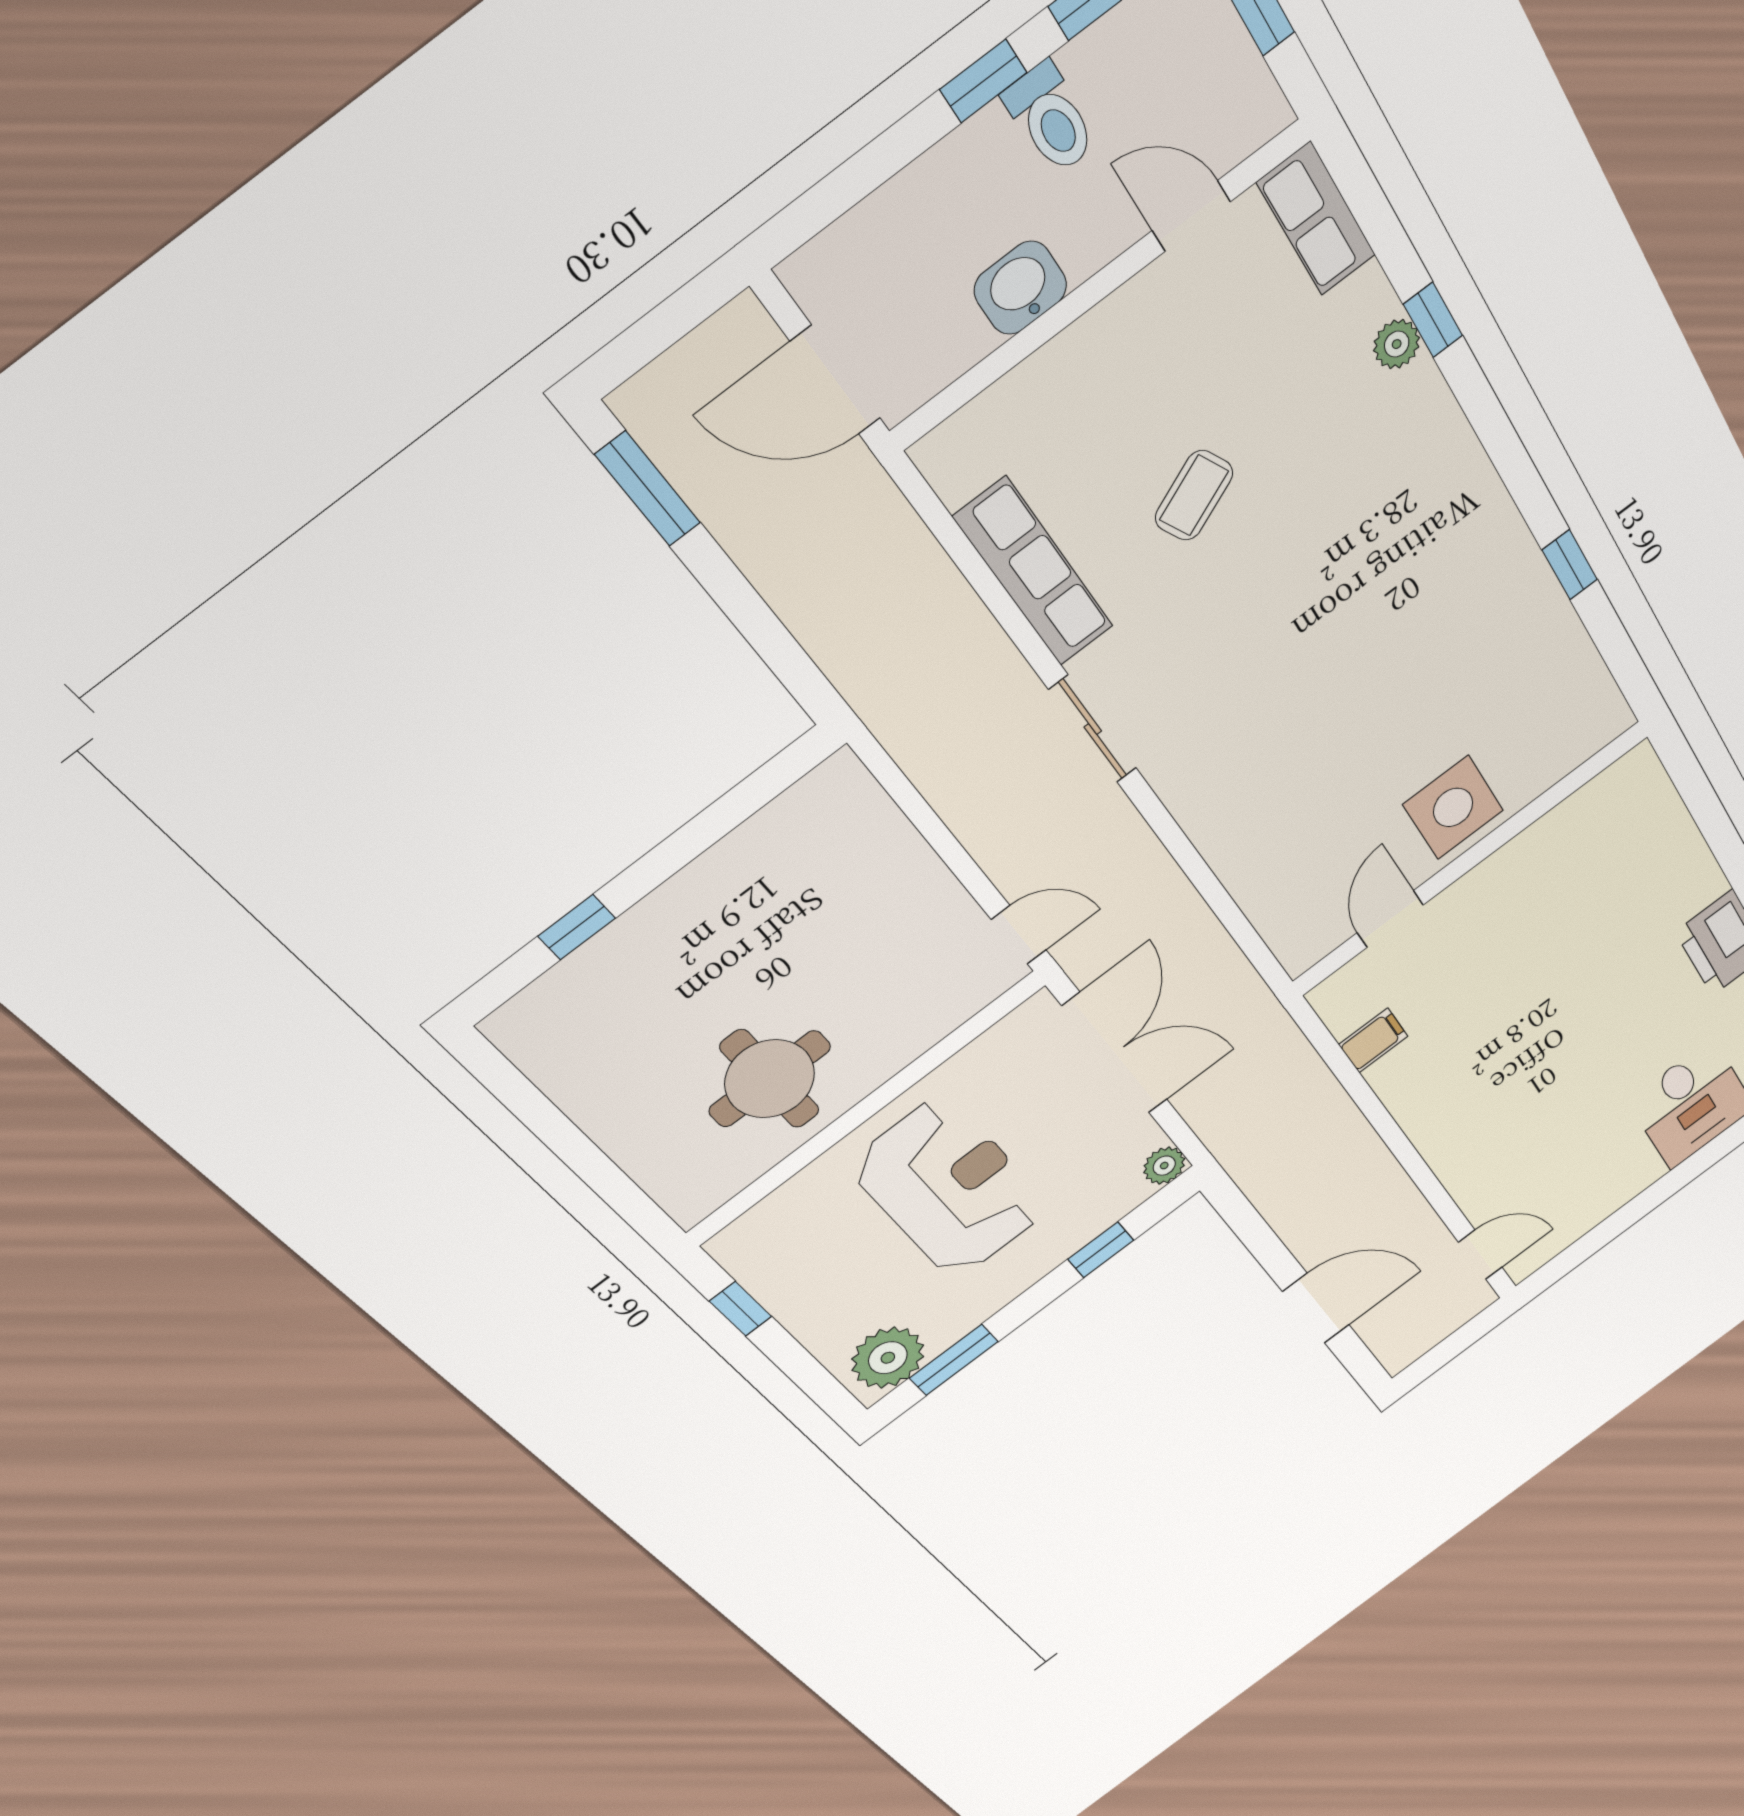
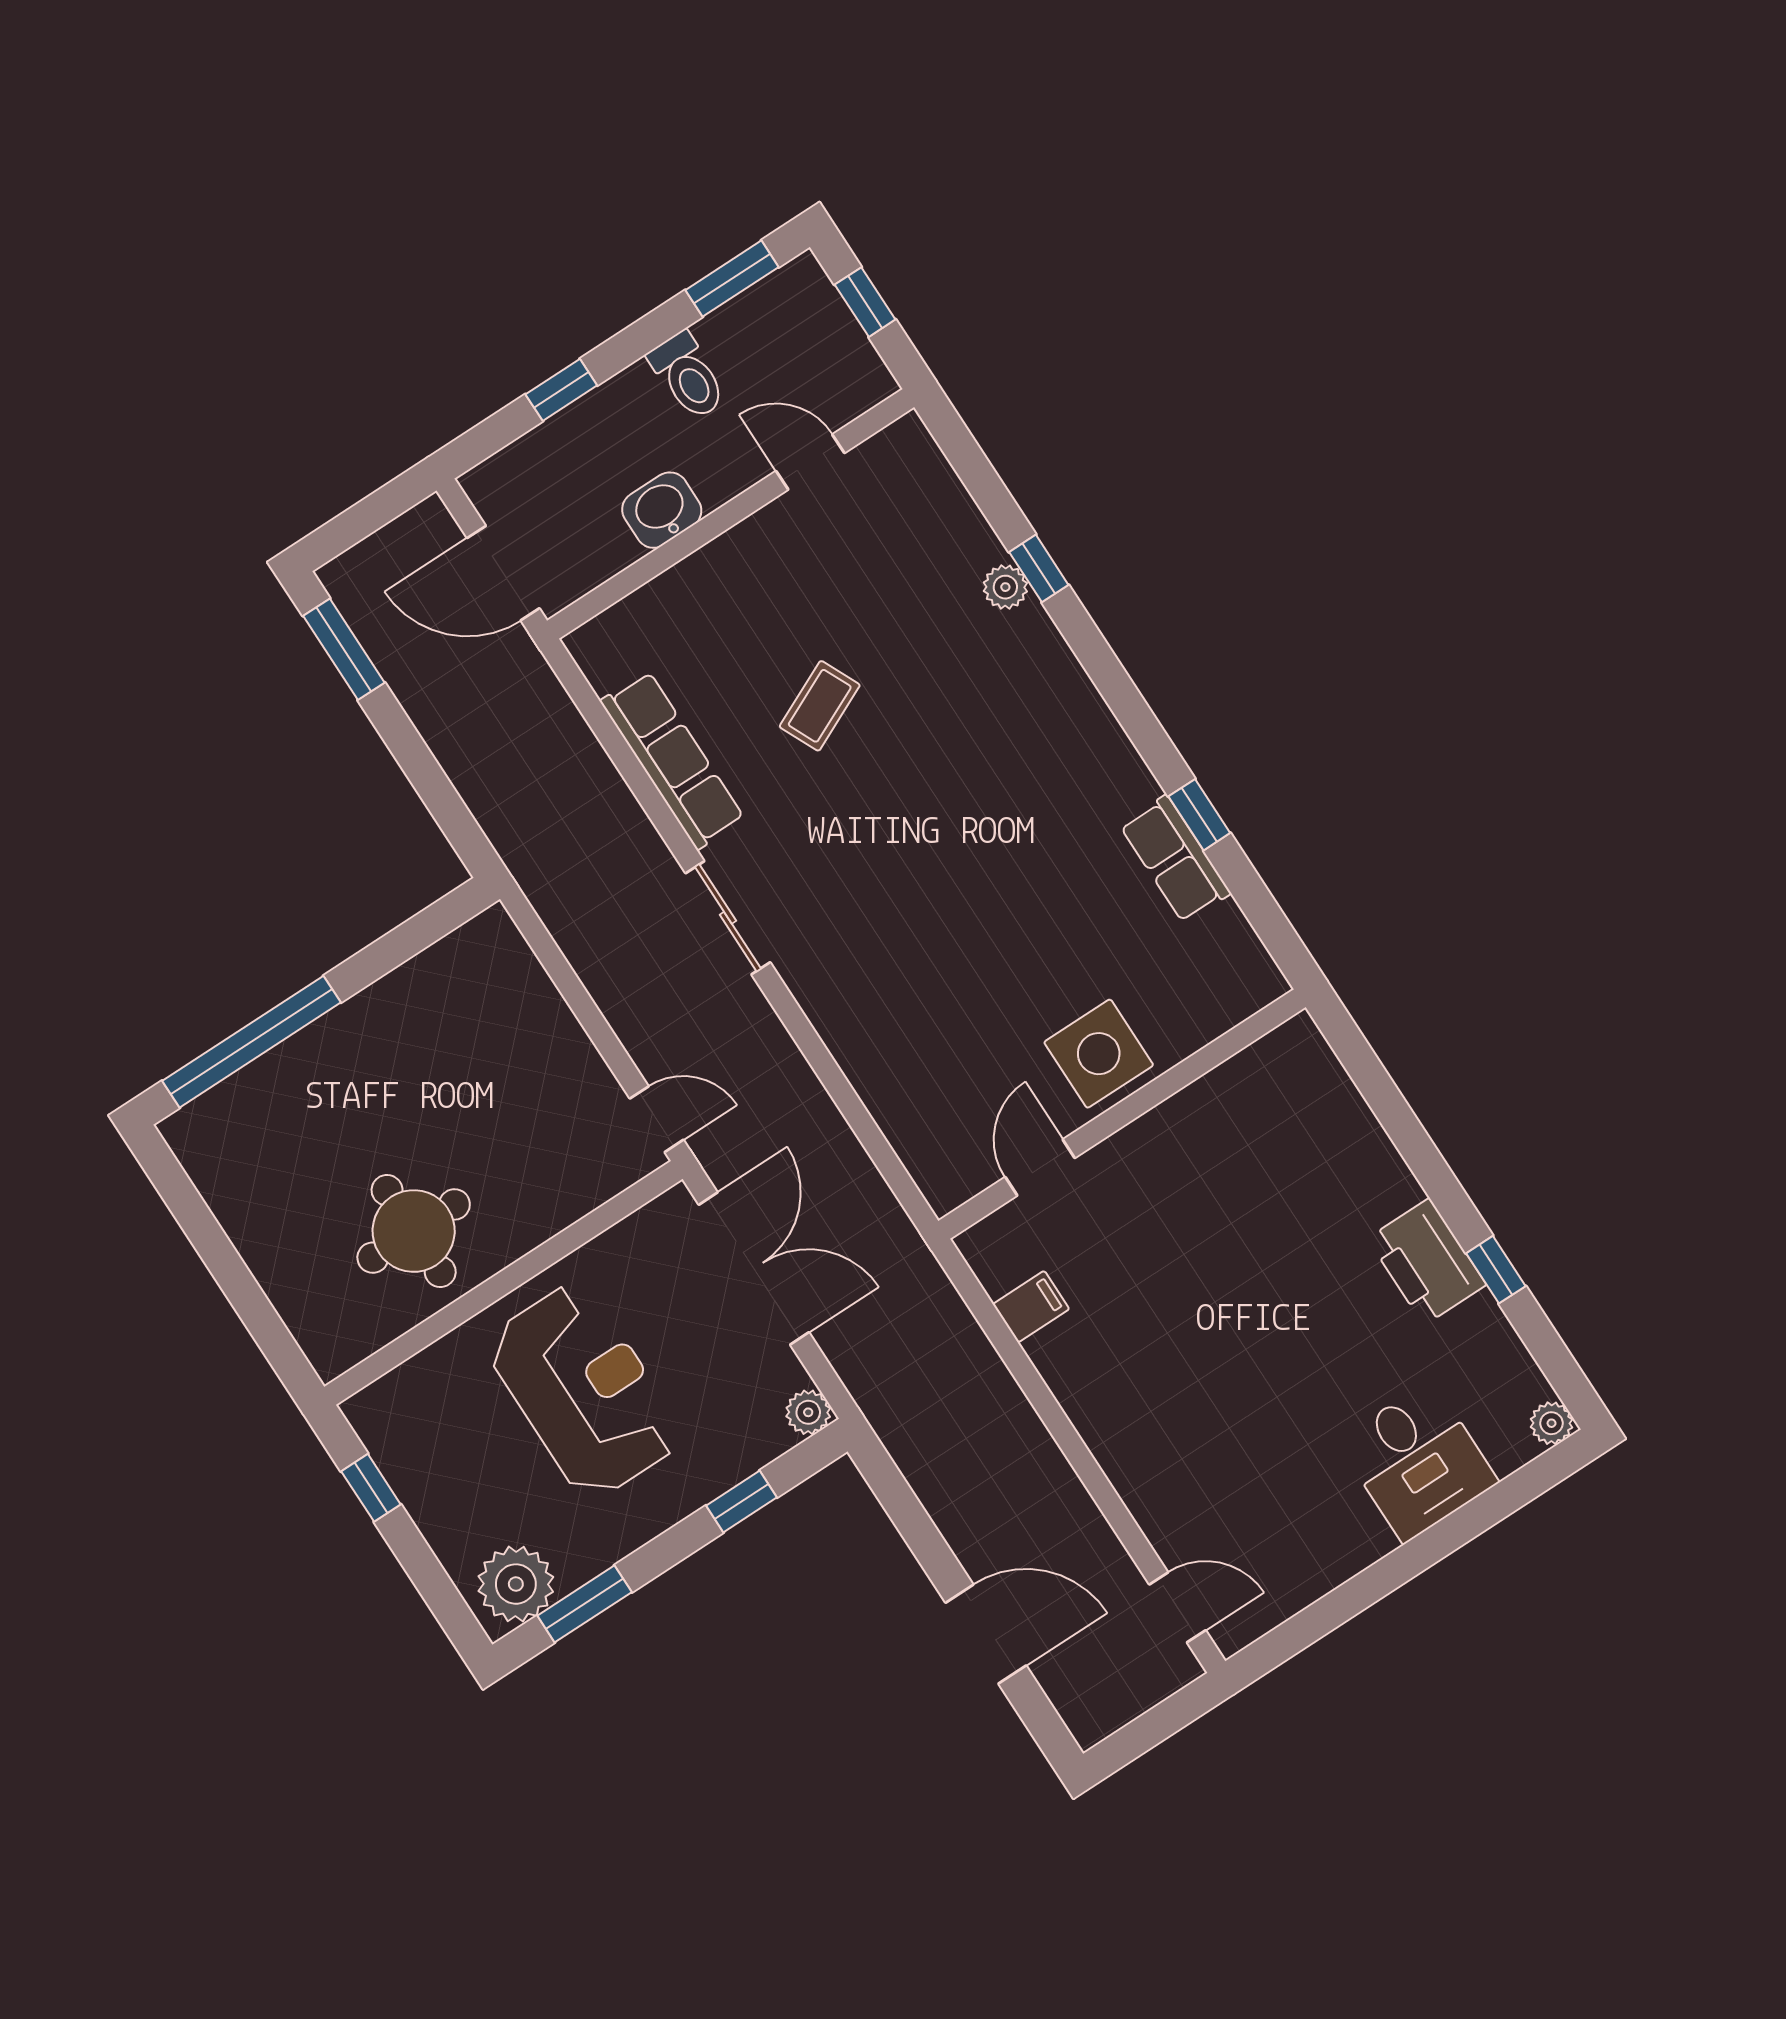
window: (983, 81) -> (561, 390), moved
row of seats: (1316, 219) -> (1175, 859), moved
window: (577, 927) -> (251, 1042), width x3.17

